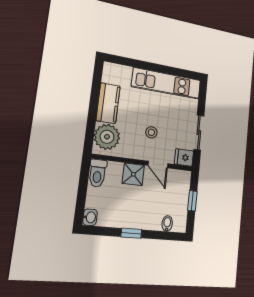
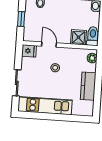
sliding door: (199, 133) -> (17, 83), moved
plant: (107, 137) -> (92, 58), width x0.53, depth x0.53
shower: (133, 174) -> (78, 37), moved

